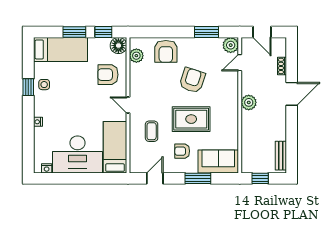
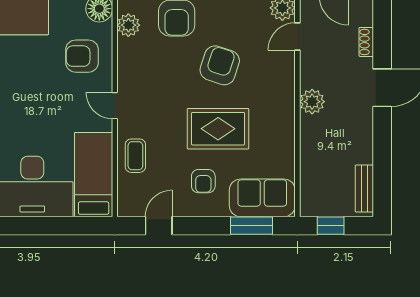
coffee table: (152, 131) -> (135, 156), moved
armchair: (182, 151) -> (203, 181), turned -90
window: (198, 178) -> (252, 226), moved

